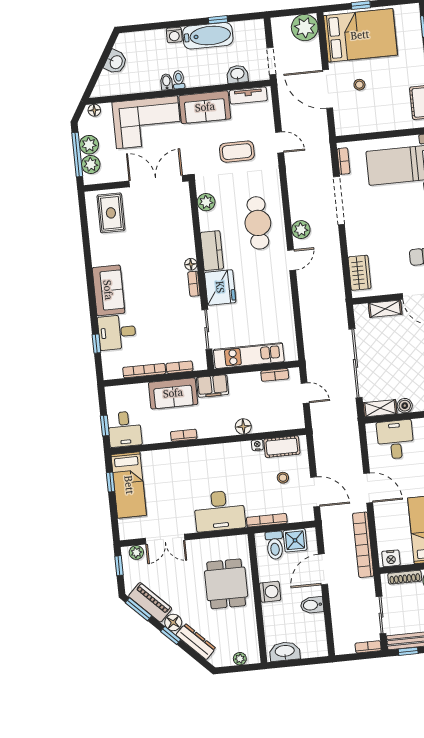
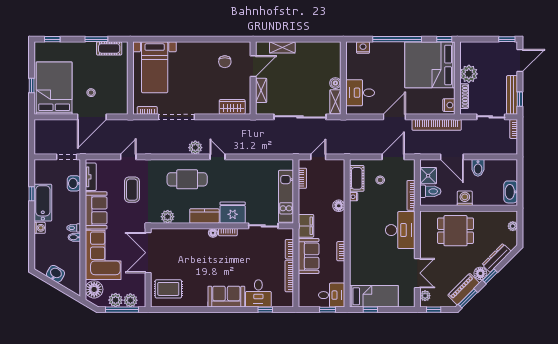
plant: (305, 28) -> (44, 129), removed
floor lamp: (94, 110) -> (94, 289), width x1.89, depth x1.89

